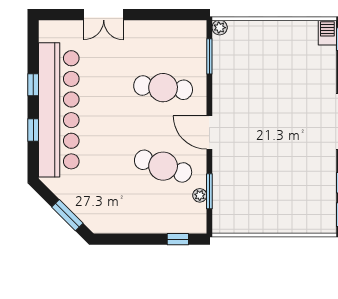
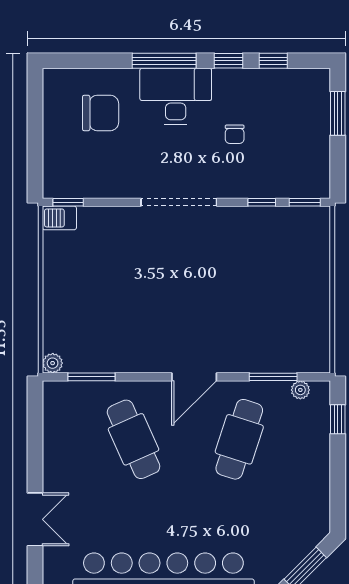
cafe table: (163, 88) -> (134, 439), turned -30
plant: (200, 195) -> (300, 390), moved

